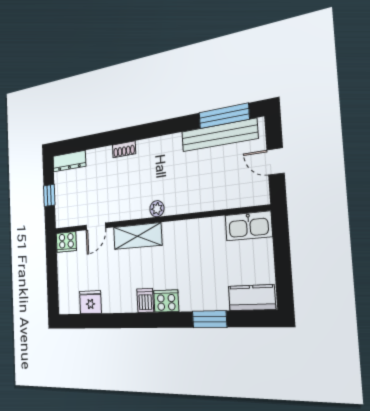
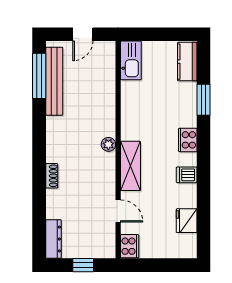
dishwasher: (145, 300) -> (187, 175), moved

